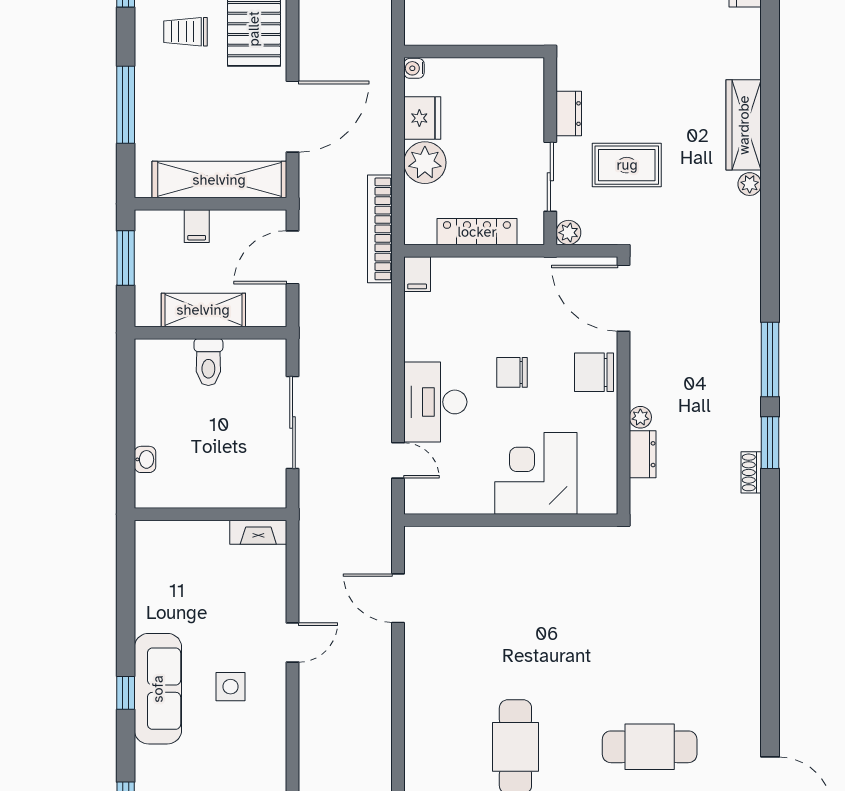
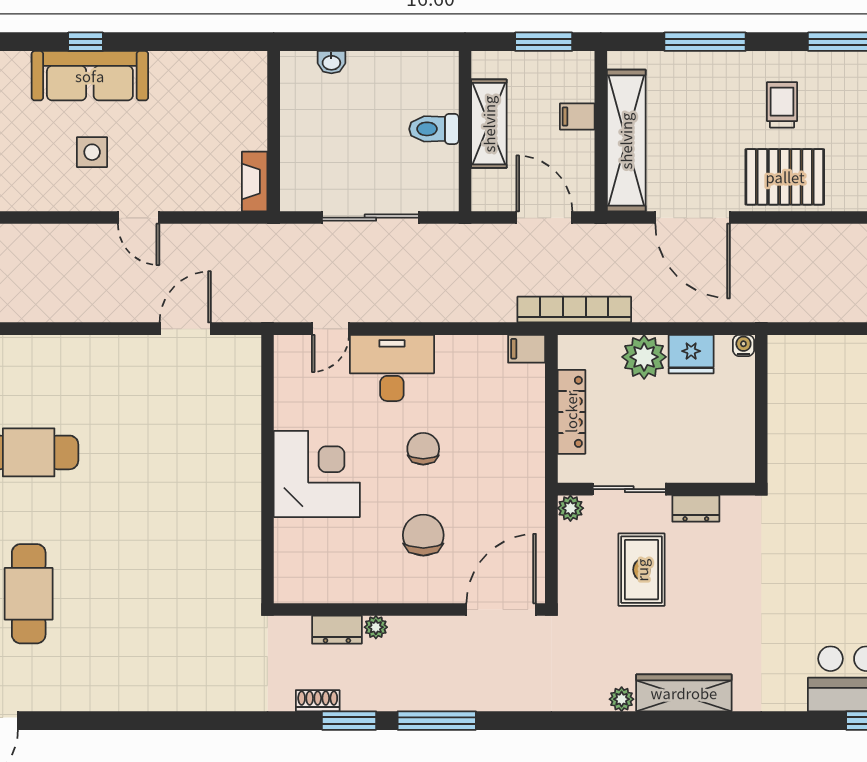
door: (624, 298) -> (501, 609), moved
wall: (624, 385) -> (409, 609), moved
plant: (640, 417) -> (376, 627), moved
dresser: (643, 454) -> (337, 630), moved

